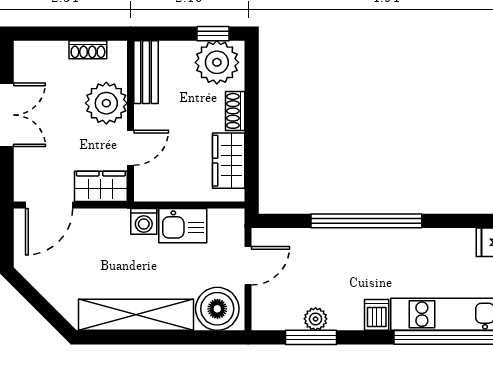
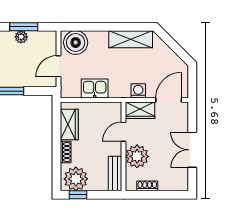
washing machine: (144, 221) -> (138, 91), moved
shelving: (136, 315) -> (131, 39), width x0.68

